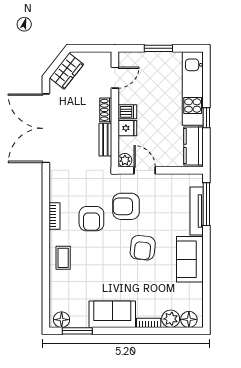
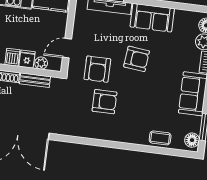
plant: (125, 160) -> (41, 63), moved
bookcase: (54, 216) -> (98, 135), removed
coffee table: (63, 258) -> (160, 138), moved

